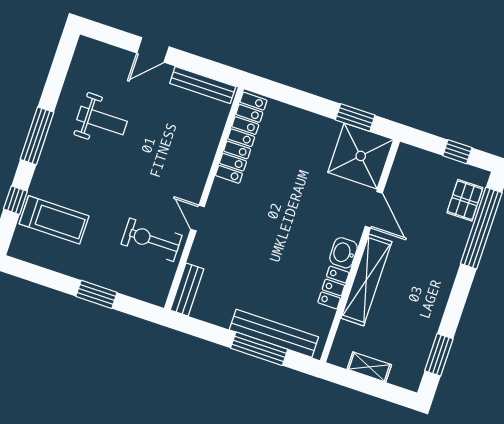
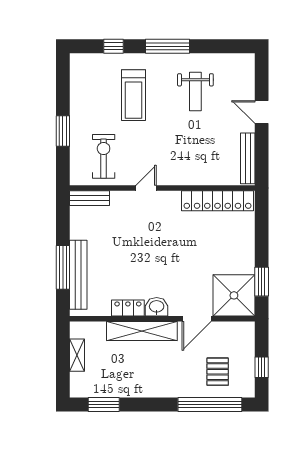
pallet: (465, 200) -> (218, 372), moved, turned 90
treadmill: (54, 220) -> (134, 95), moved
exercise bike: (152, 240) -> (104, 156), moved

